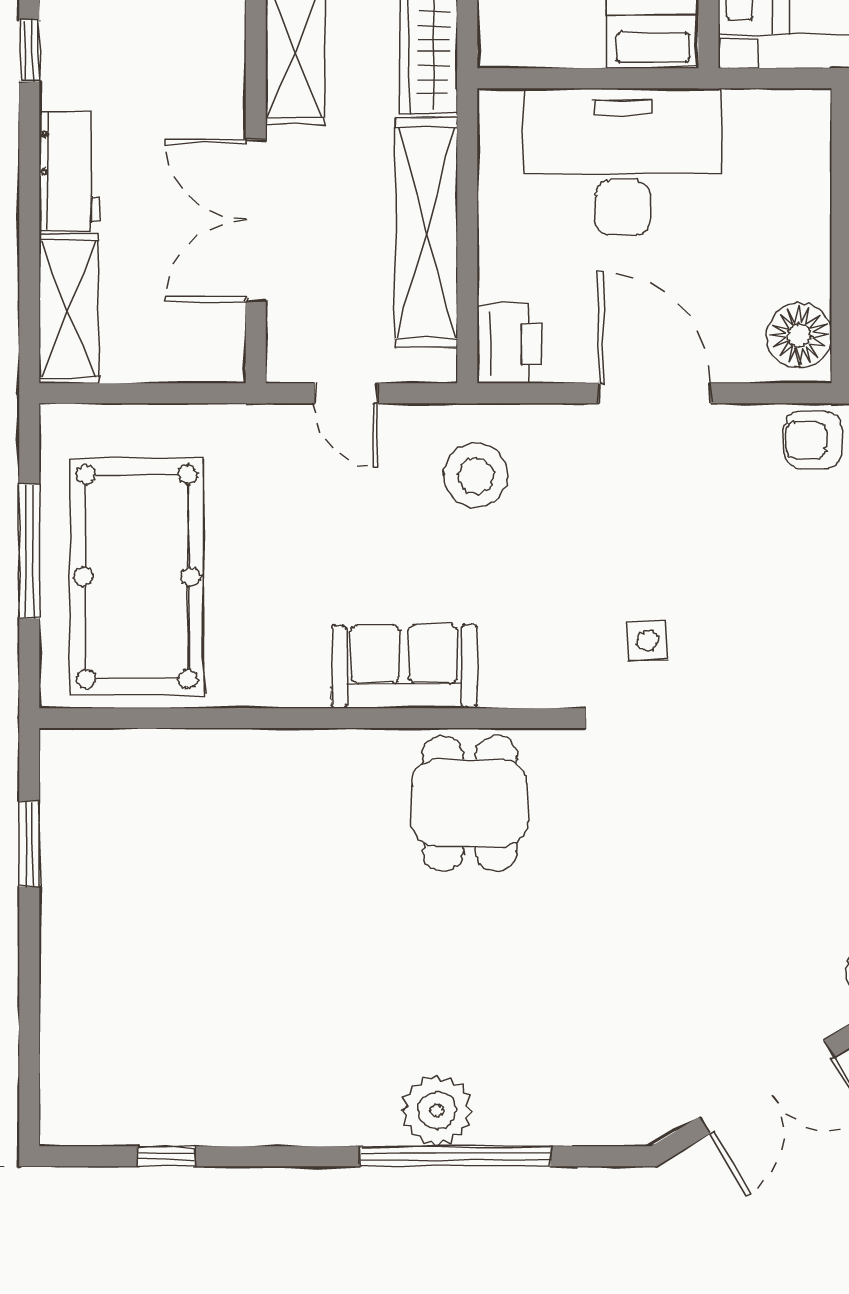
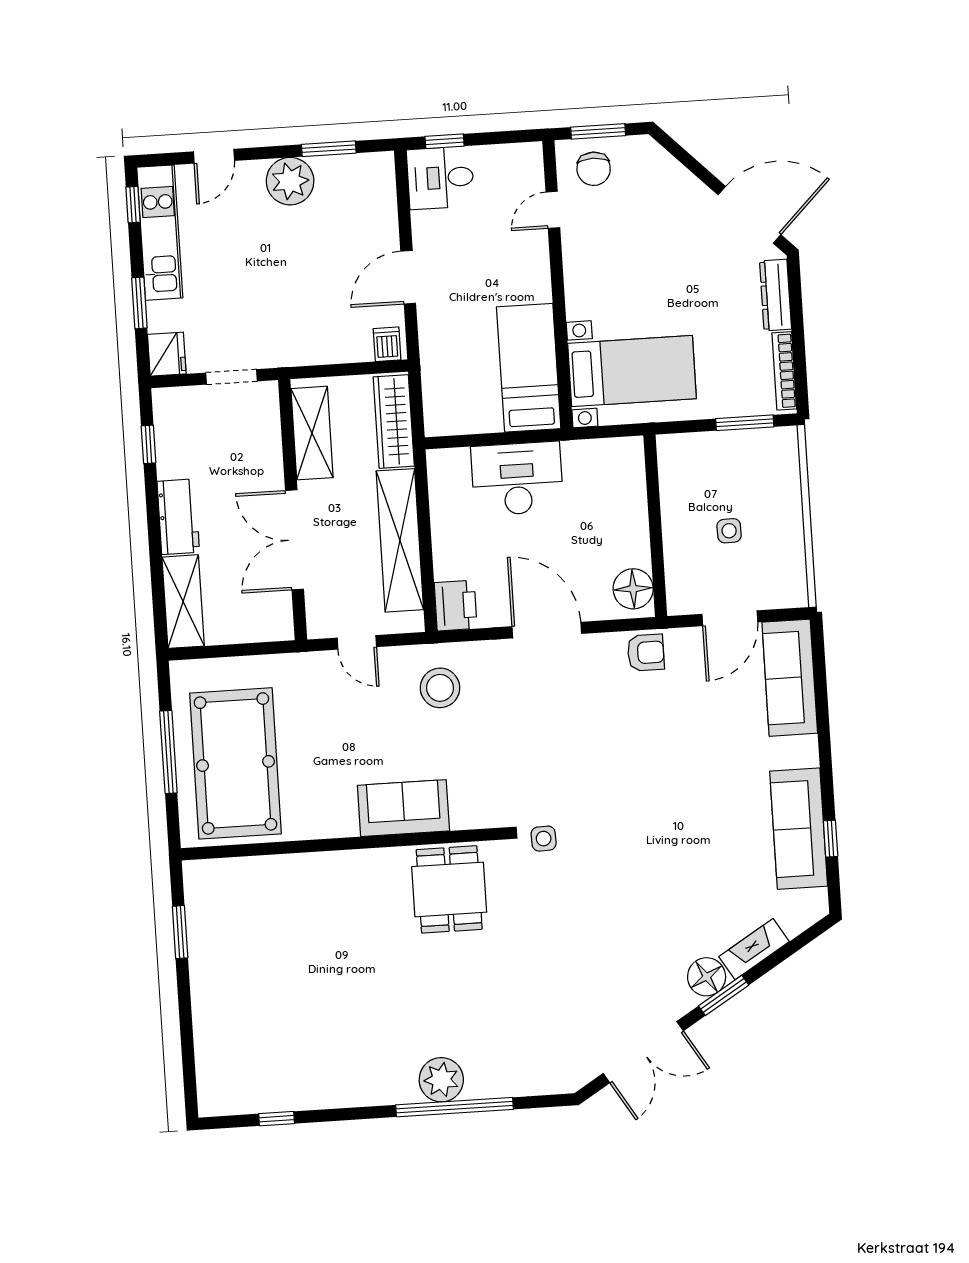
desk: (623, 162) -> (517, 479), width x0.73, depth x0.77
armchair: (813, 440) -> (646, 653), turned 180
side table: (648, 641) -> (544, 839), moved

